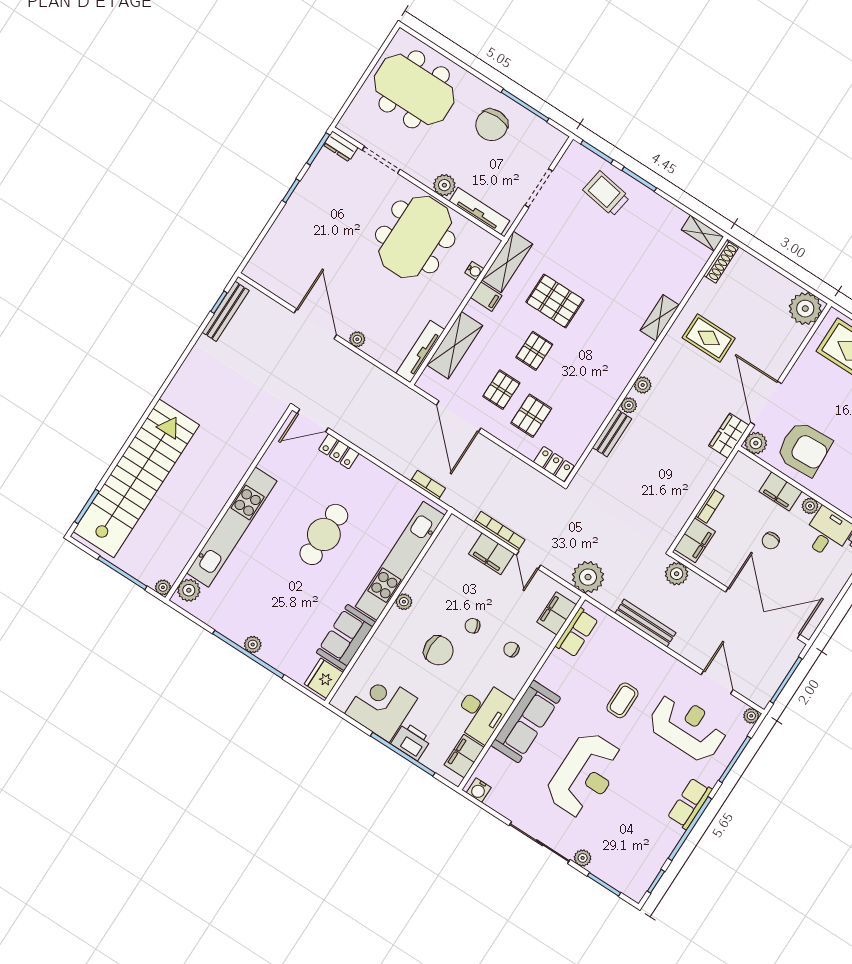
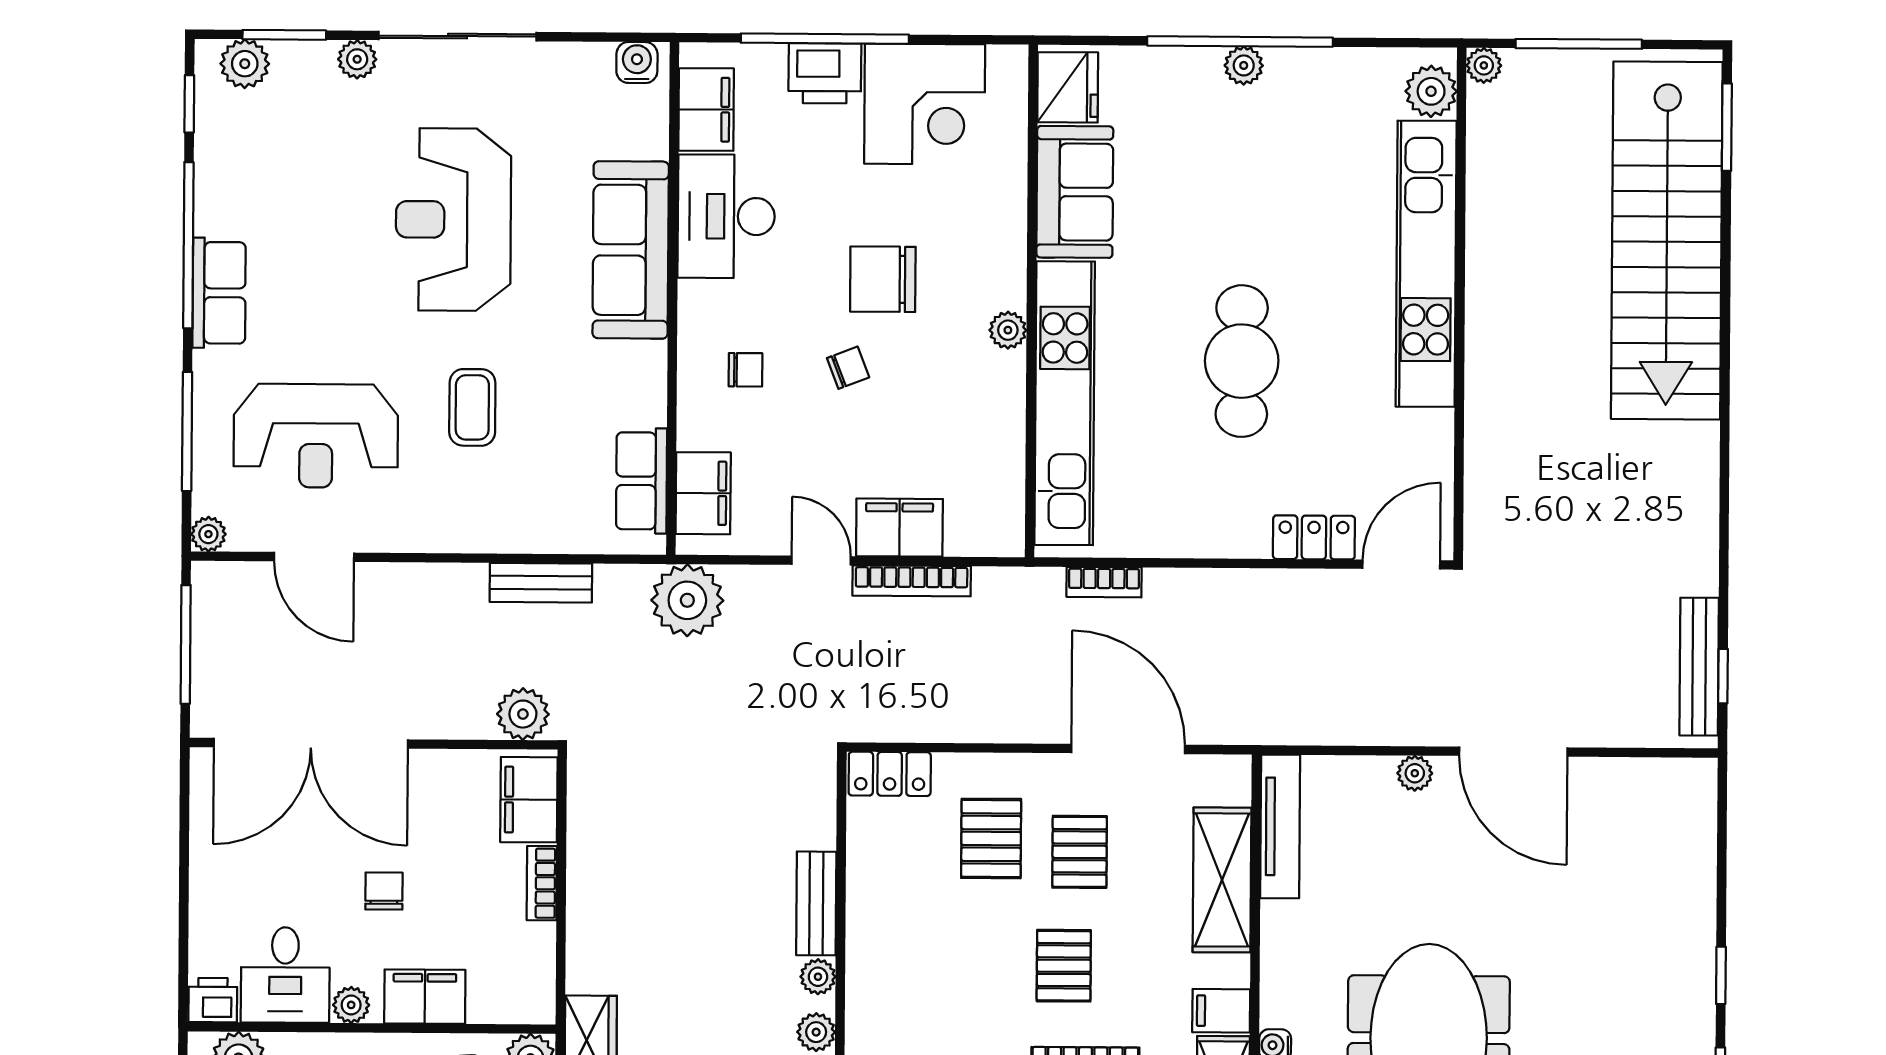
bench: (645, 623) -> (541, 583), width x0.73
plant: (626, 883) -> (245, 64), added

